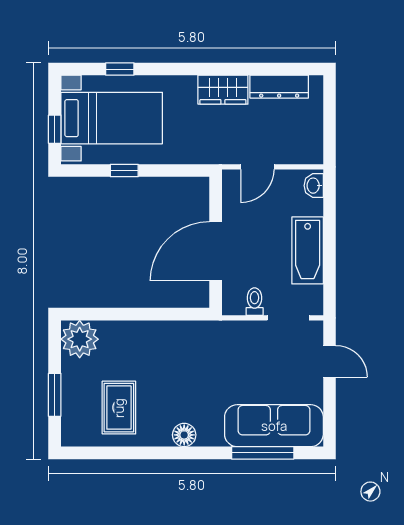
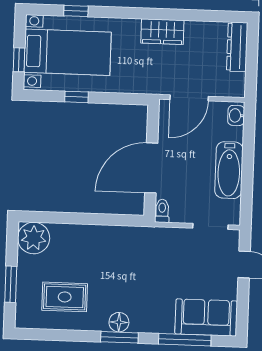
dresser: (279, 87) -> (237, 47), moved, turned 90
door: (257, 167) -> (189, 98), width x1.37
toilet: (255, 302) -> (162, 211), moved
rug: (119, 408) -> (65, 297), turned 90
sofa: (274, 426) -> (206, 318), width x0.73
window: (185, 453) -> (119, 337), added

